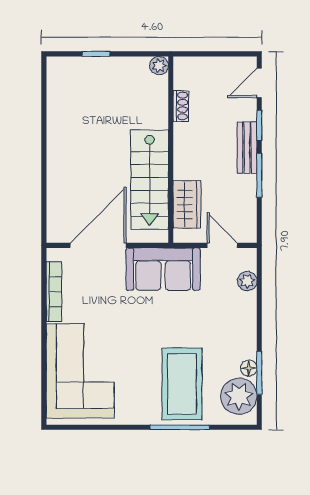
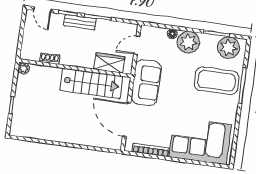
plant: (247, 281) -> (188, 42), moved, width x1.88, depth x1.88
floor lamp: (249, 368) -> (172, 34), moved

